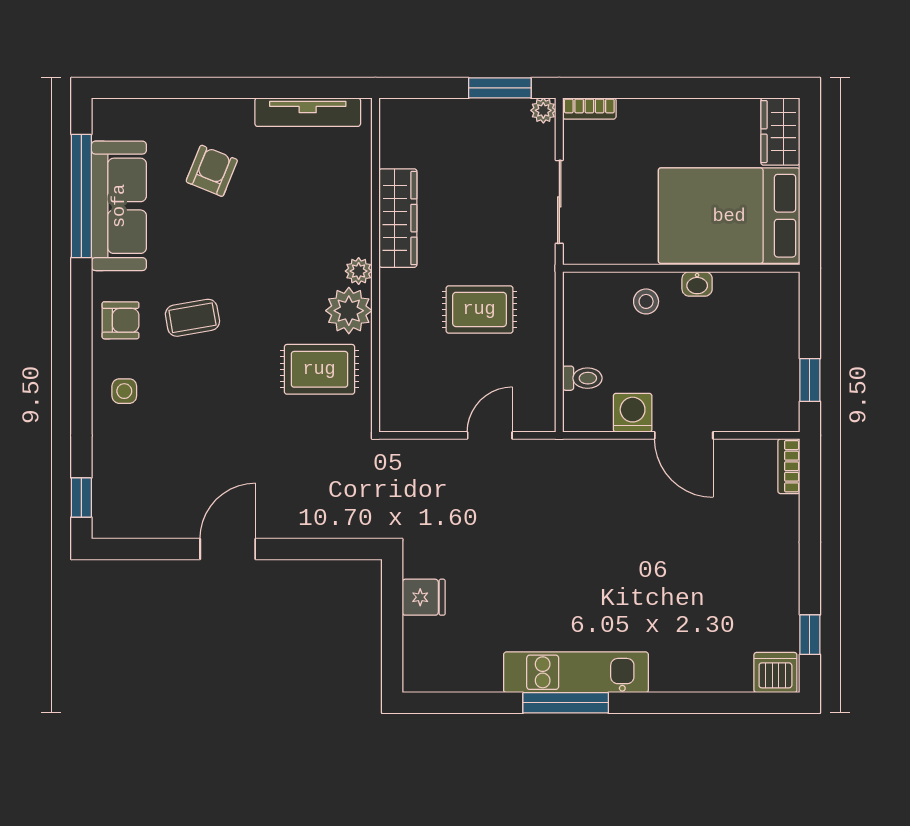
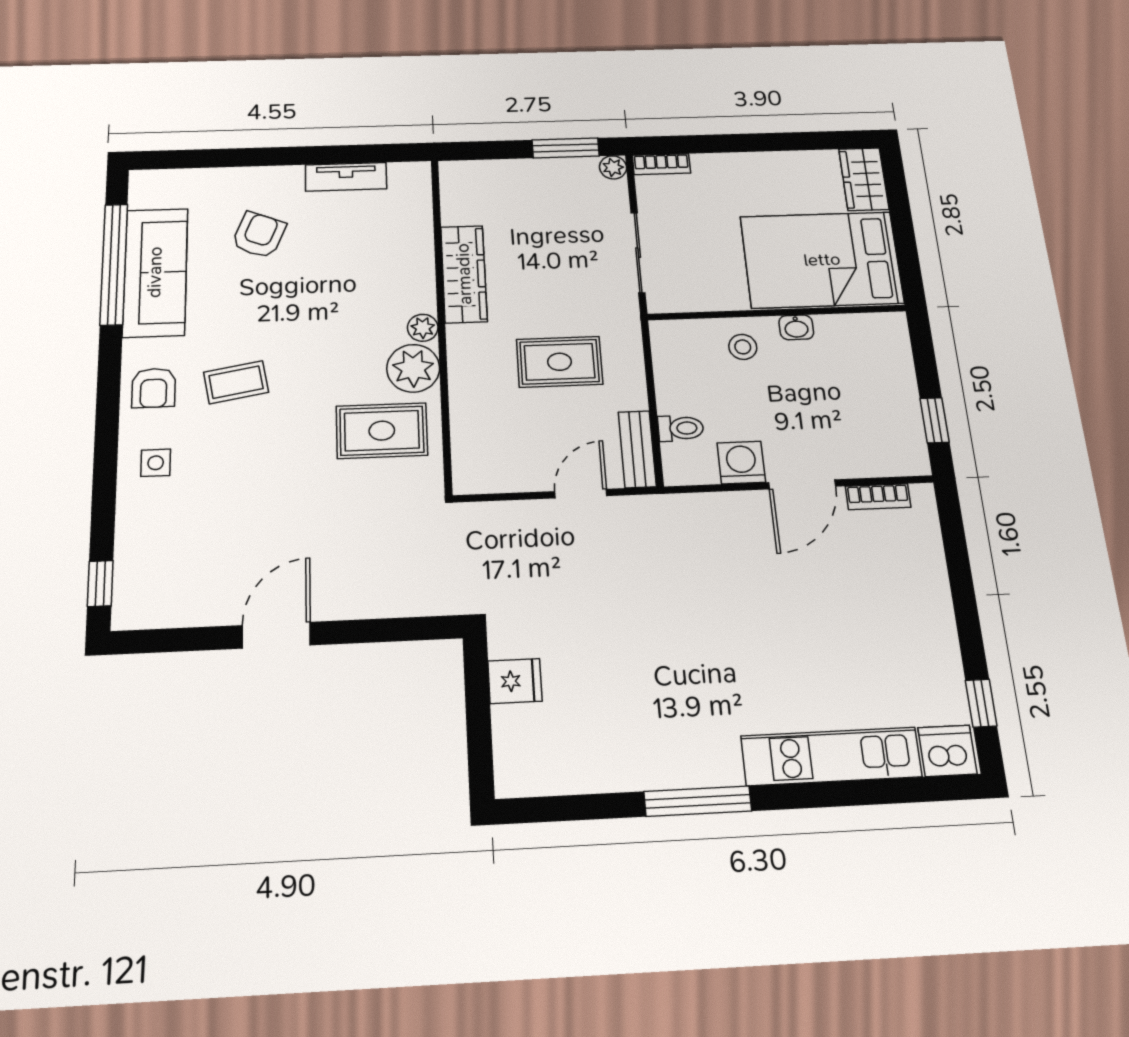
tv unit: (308, 112) -> (346, 177), width x0.71
armchair: (121, 320) -> (154, 388), turned 90
bench: (542, 396) -> (637, 449), added
door: (684, 435) -> (802, 484), hinge flipped
bookcase: (789, 466) -> (878, 497), moved, turned -90
kitchen unit: (576, 672) -> (831, 756), moved

